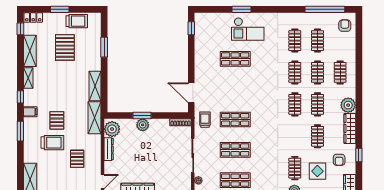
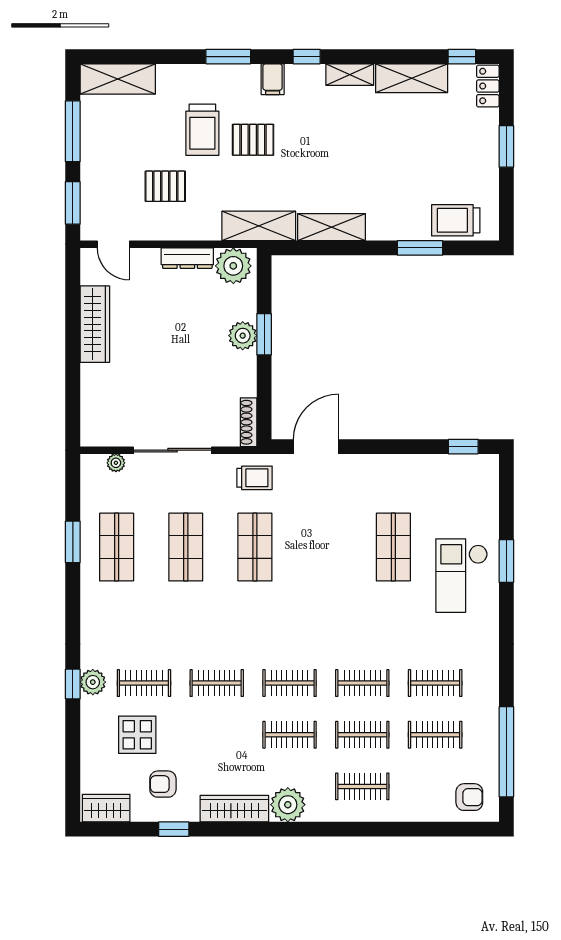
trolley: (77, 21) -> (456, 220), moved, turned 90
pallet: (65, 47) -> (419, 158), removed
clothes rail: (317, 136) -> (217, 683), moved

